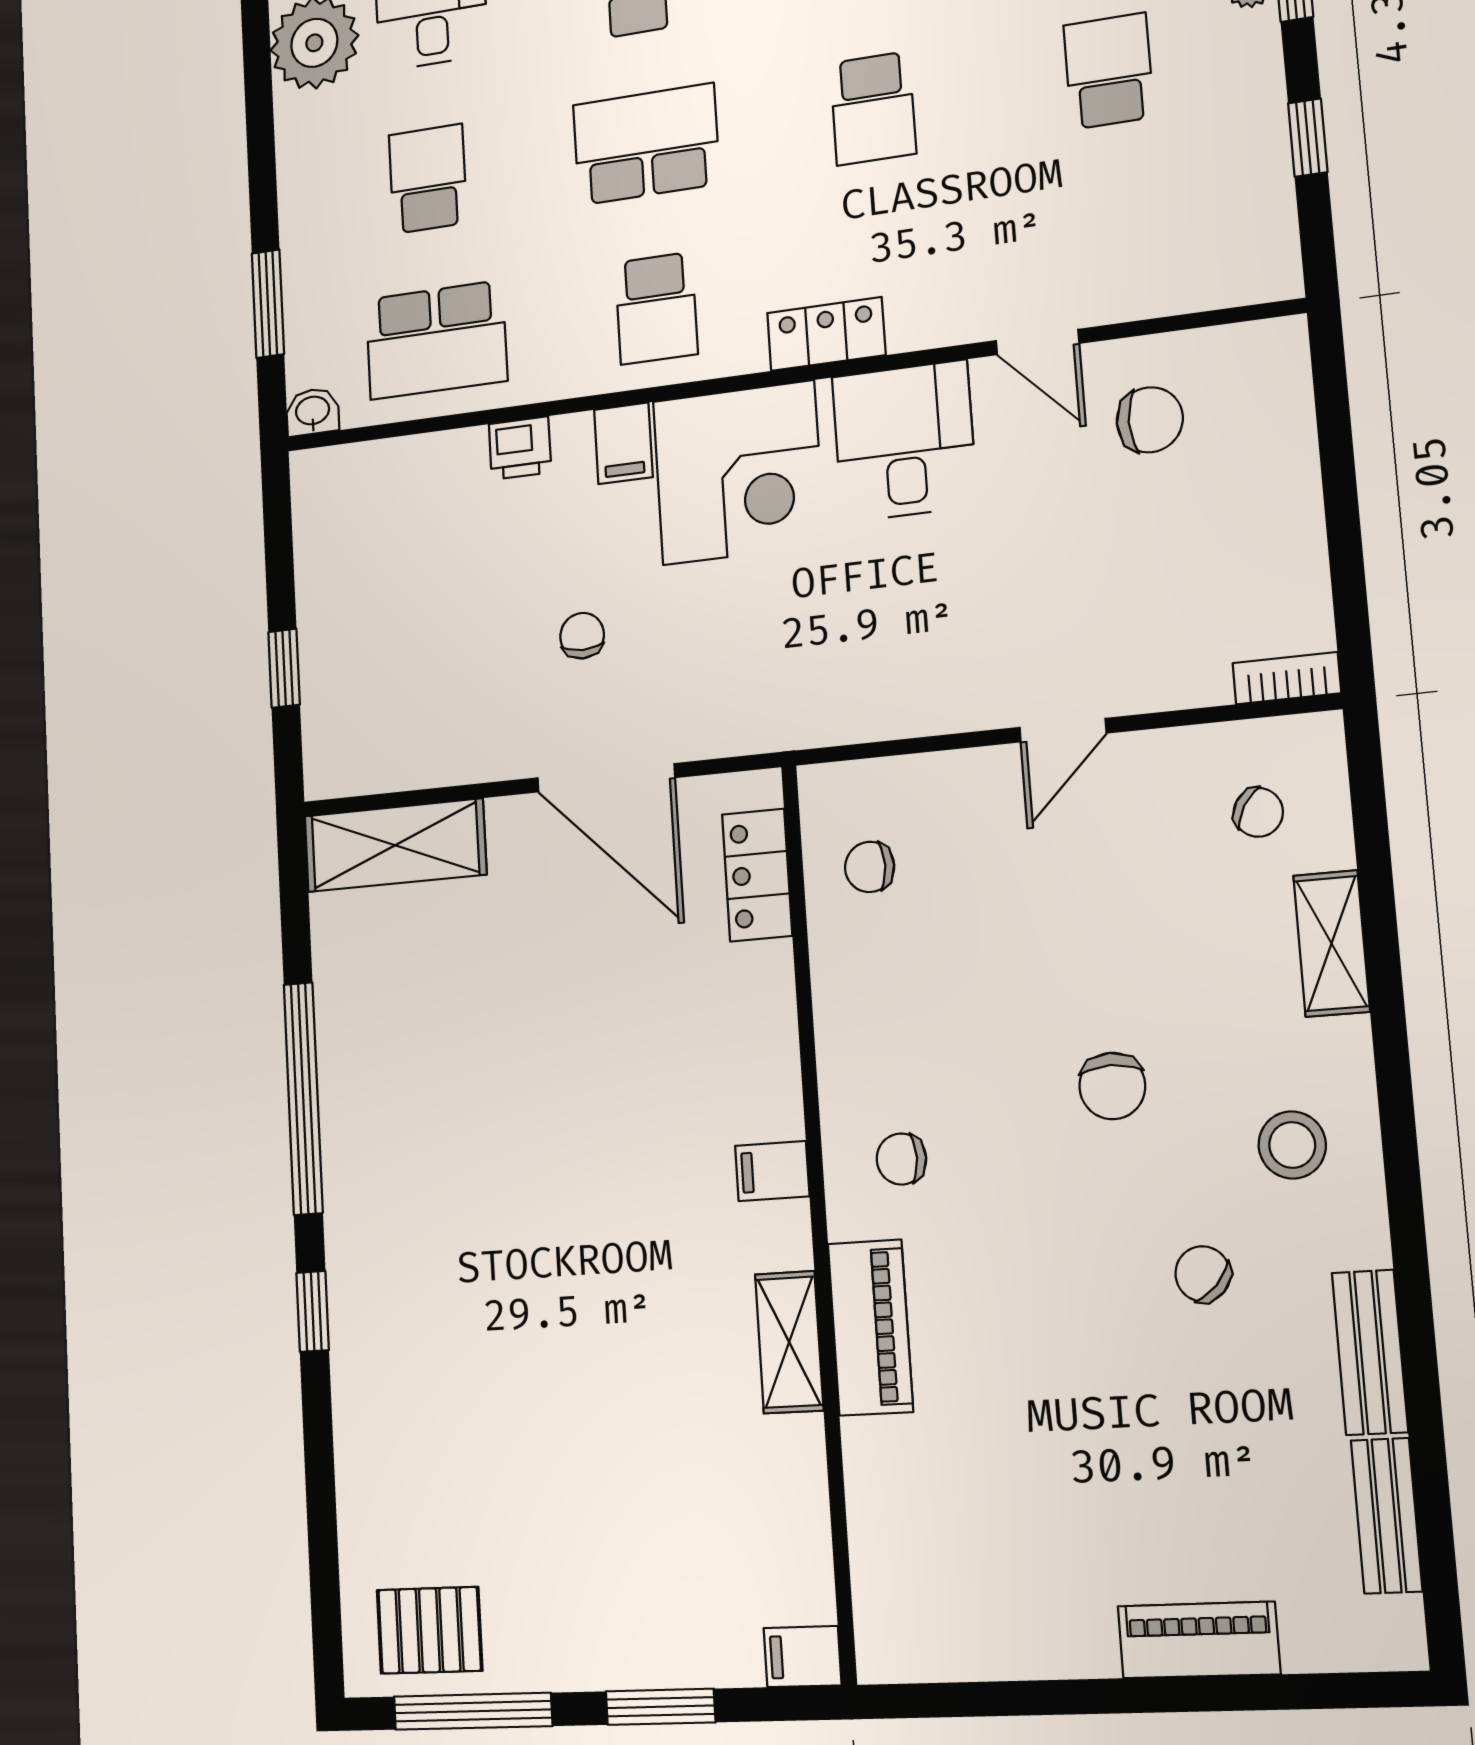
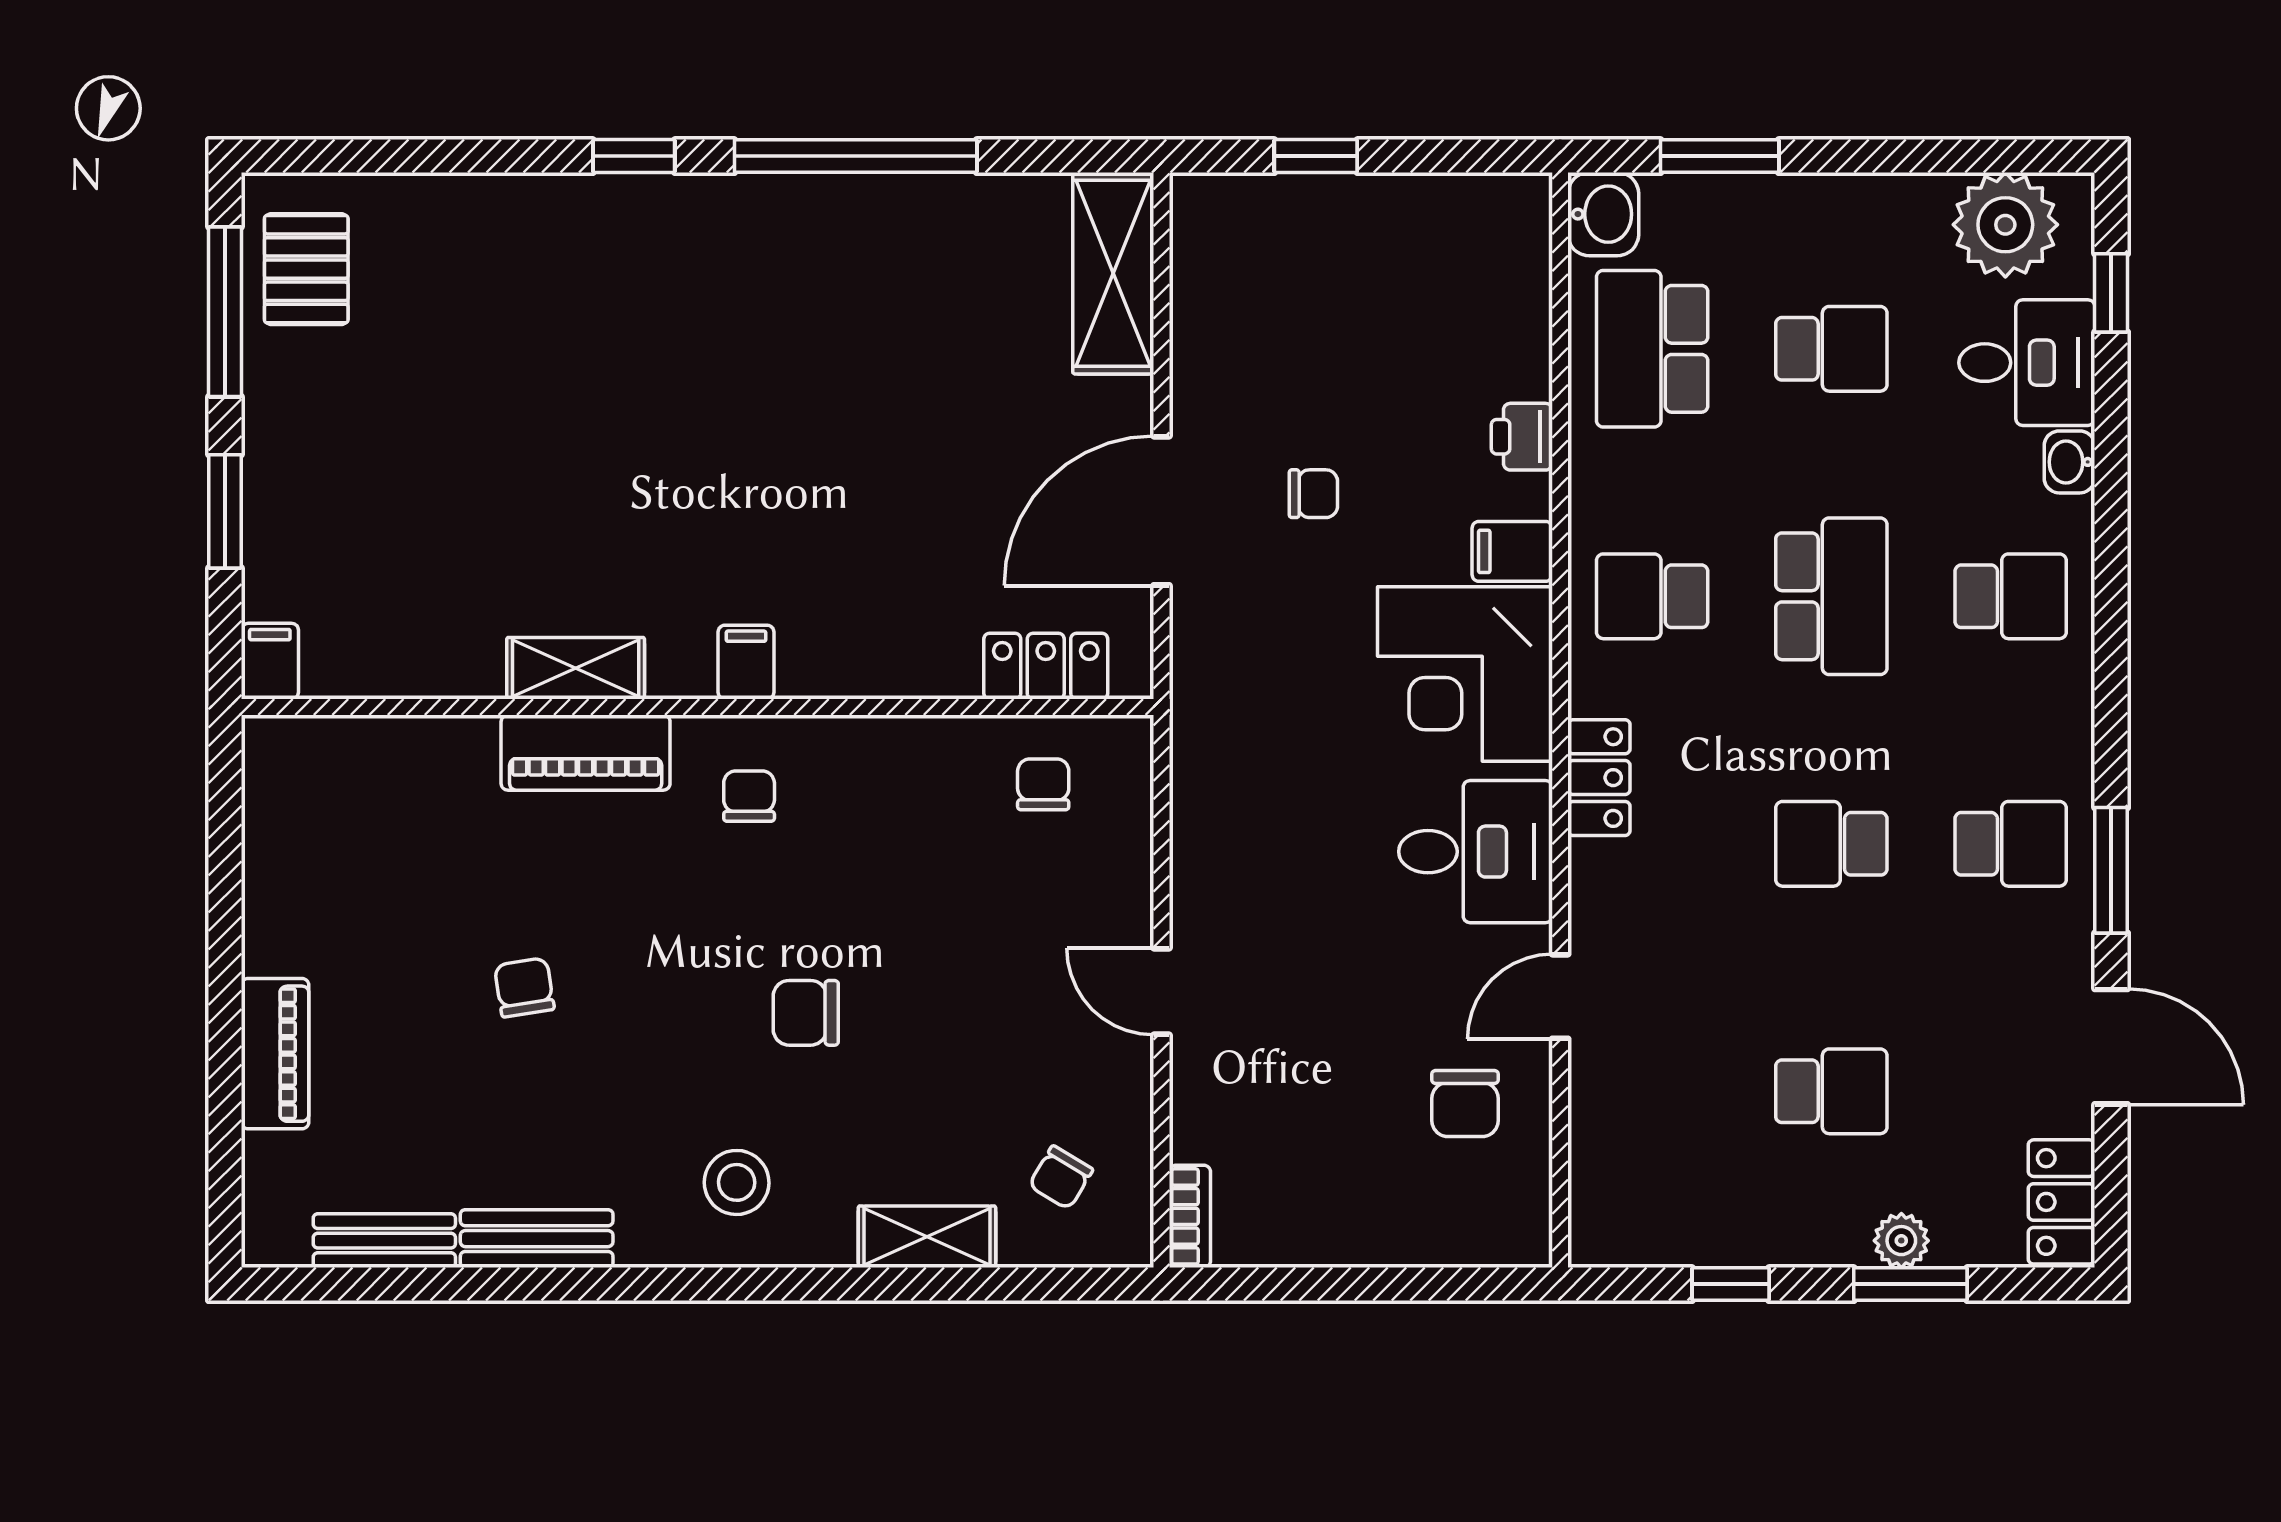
washbasin: (313, 412) -> (1603, 214), width x1.38, depth x1.45
chair: (1203, 1274) -> (524, 987), moved, turned -52

